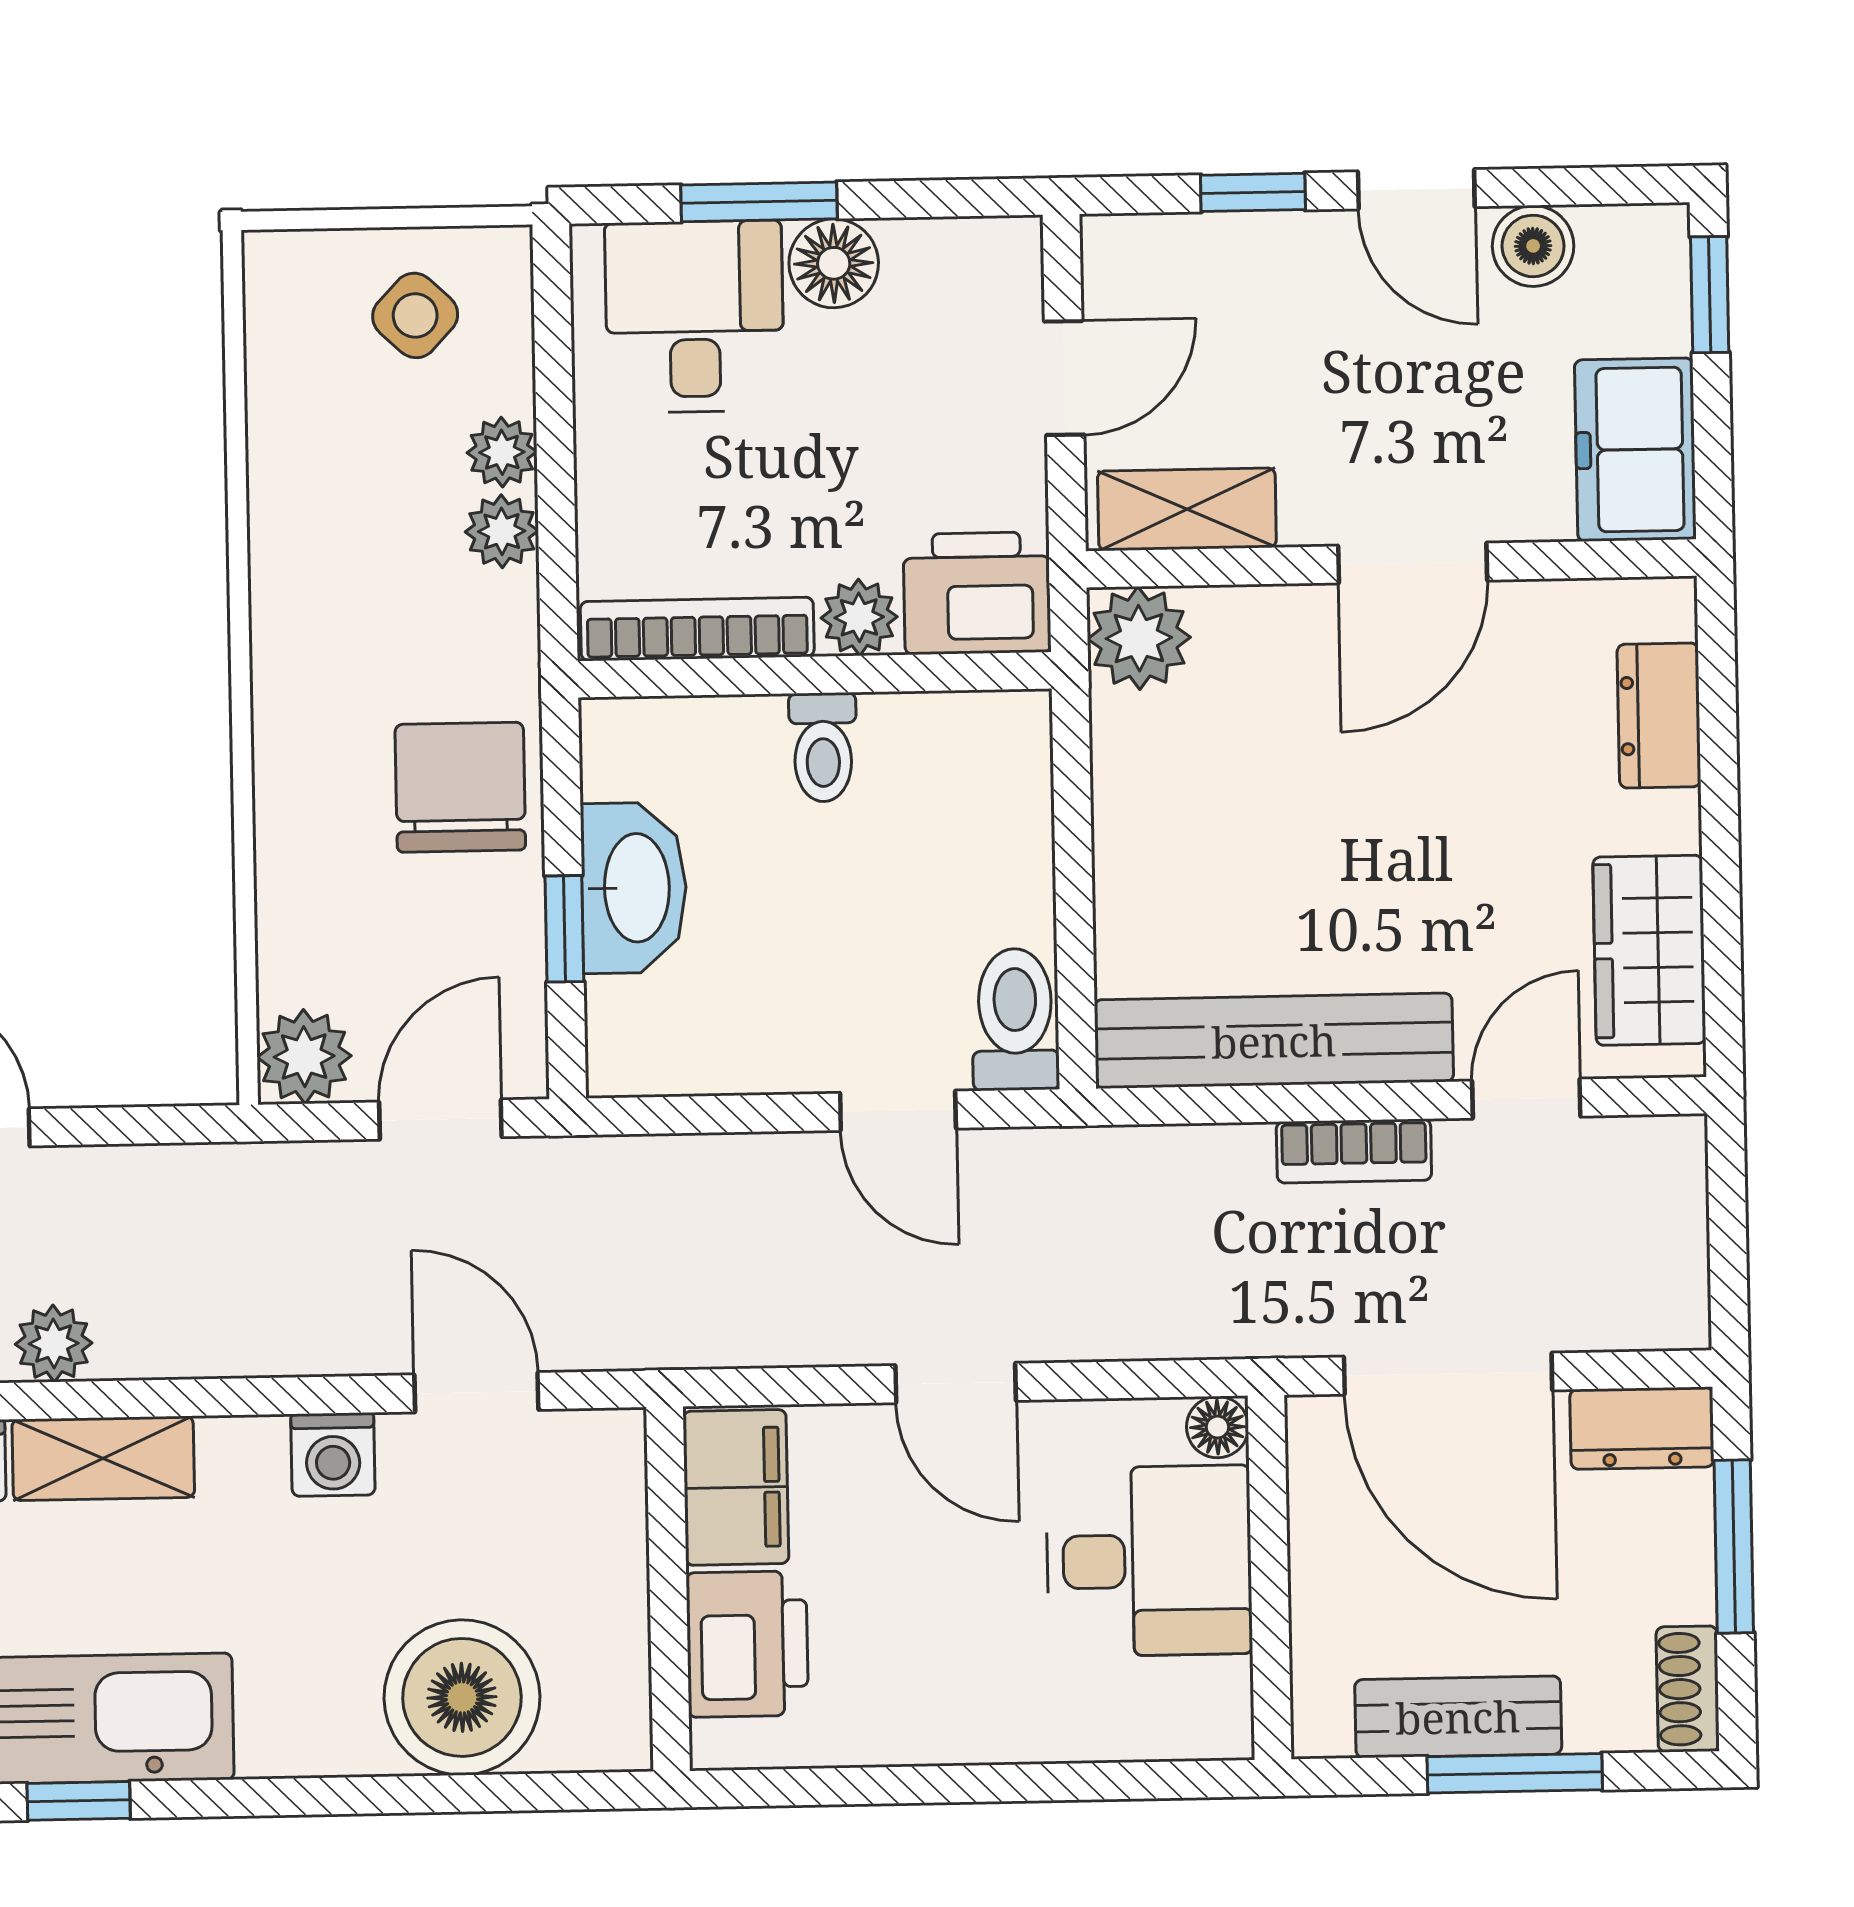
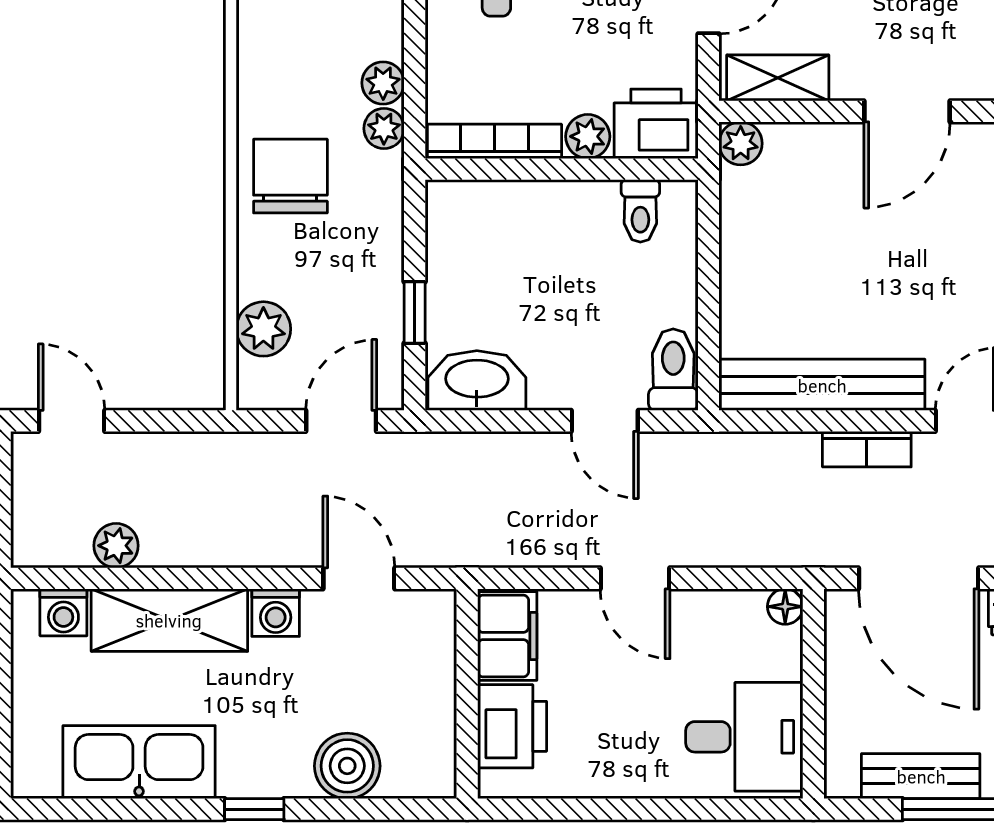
plant: (502, 452) -> (384, 128), moved
plant: (1139, 638) -> (741, 143), width x0.73, depth x0.73
toilet: (823, 747) -> (640, 211), moved
chair: (460, 787) -> (290, 176), moved
washbasin: (634, 888) -> (477, 380), moved, turned -90
plant: (304, 1057) -> (263, 329), moved
shelving: (103, 1458) -> (169, 620), width x1.50, depth x1.33
desk: (1149, 1561) -> (744, 737), moved
boiler: (462, 1697) -> (347, 766), width x0.73, depth x0.73
window: (79, 1801) -> (254, 809), moved

